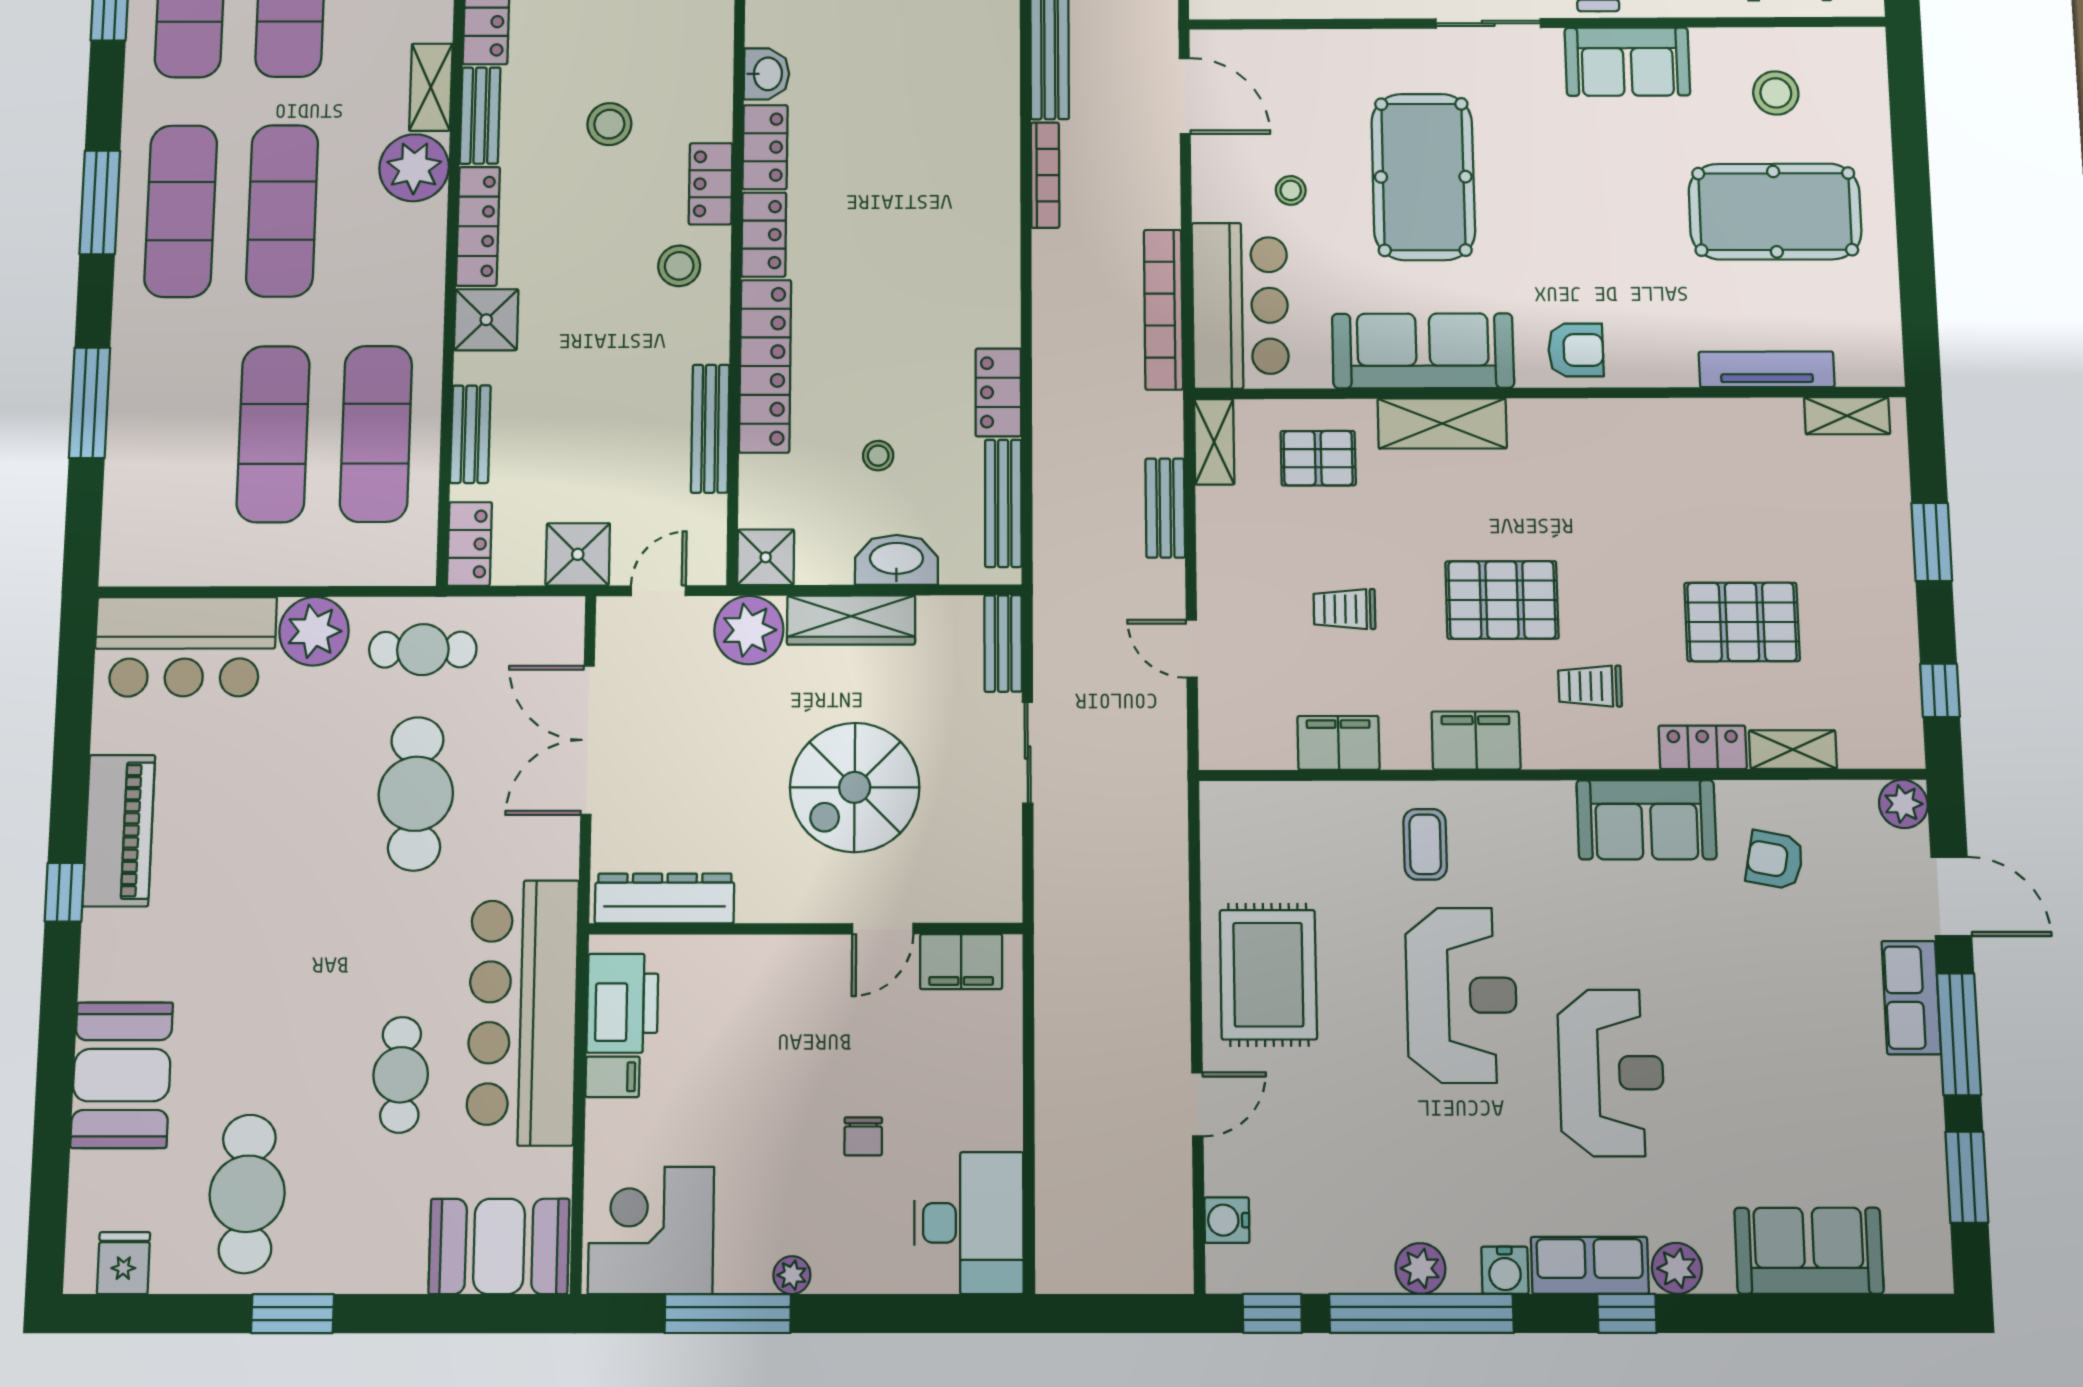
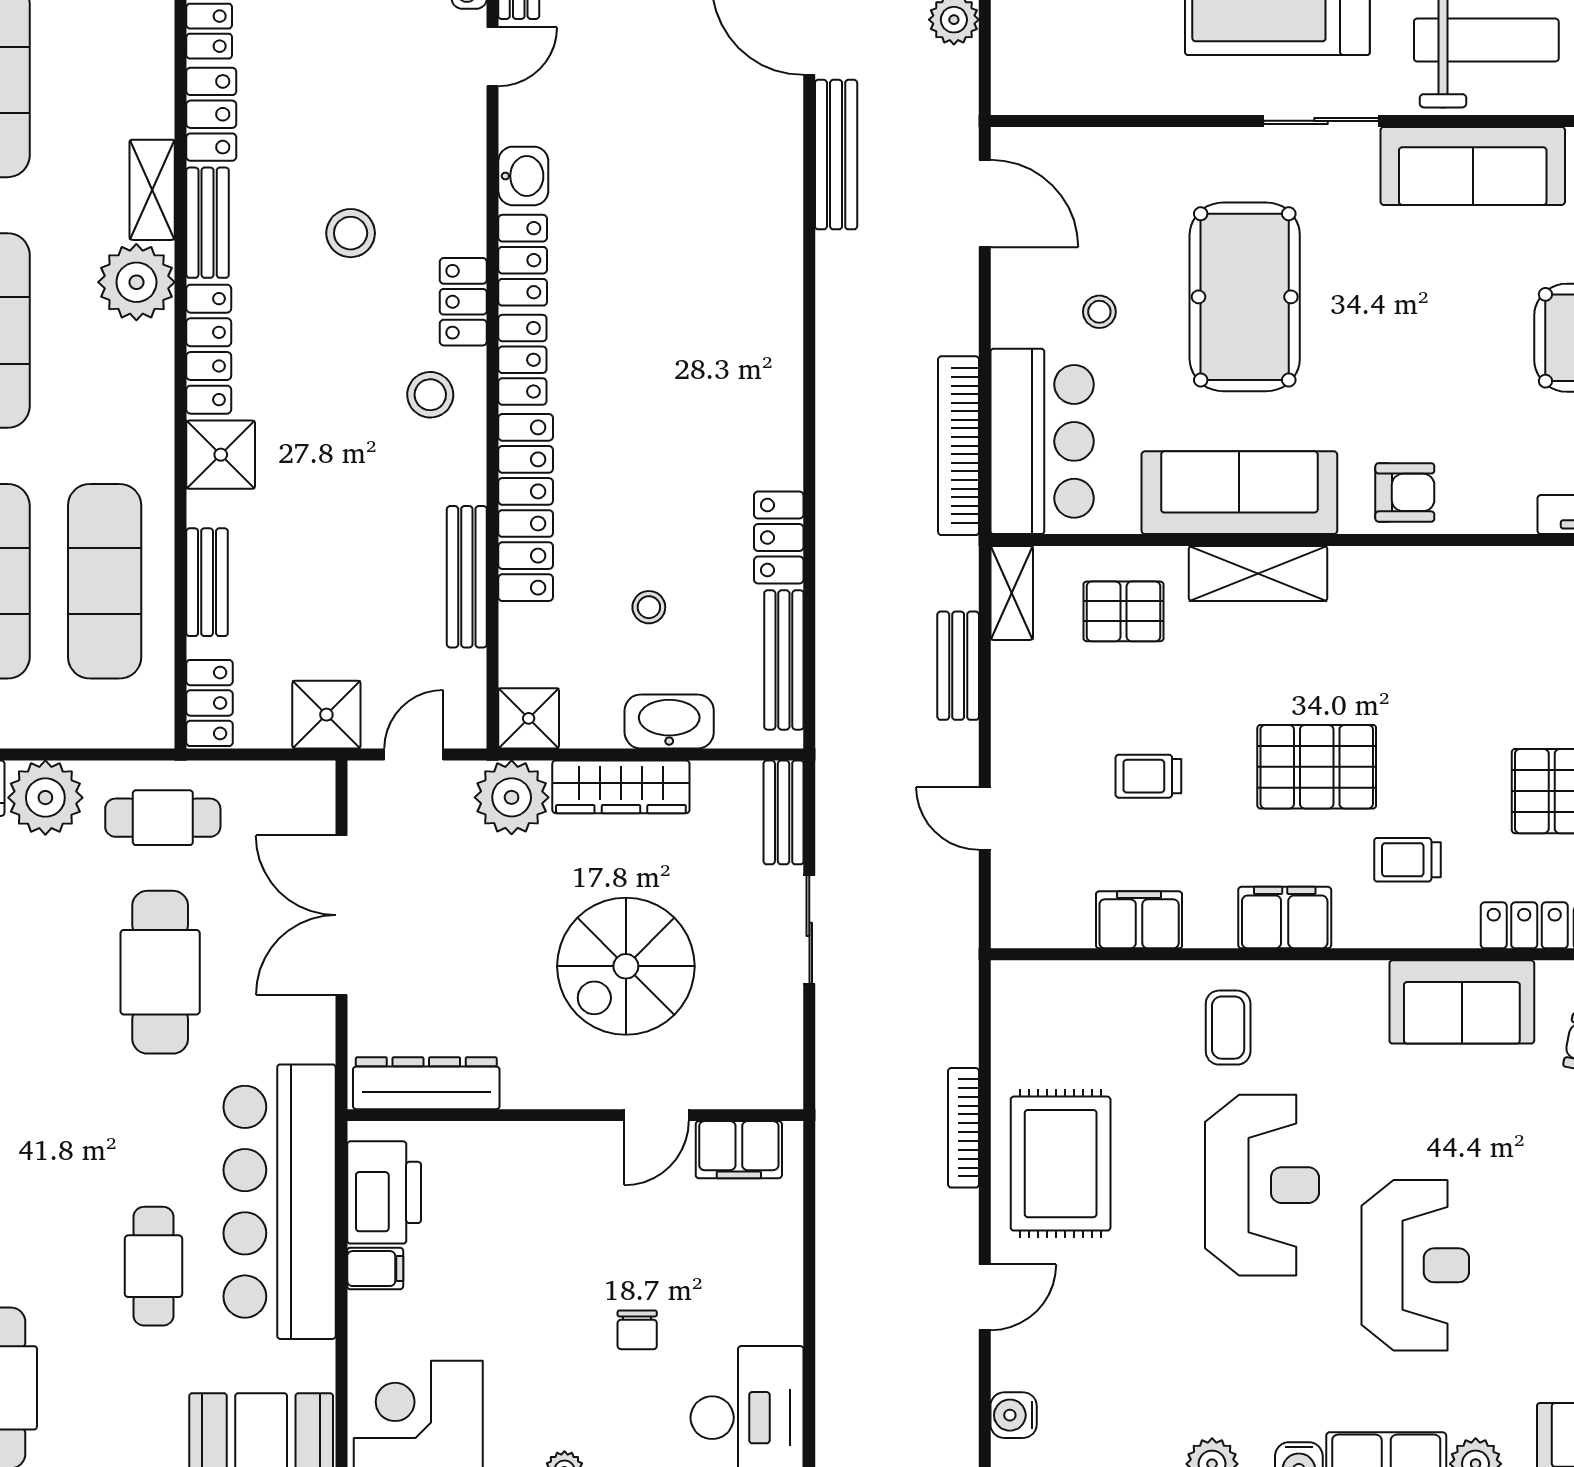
sofa: (1627, 62) -> (1473, 166), width x1.36
bookcase: (1045, 175) -> (964, 1128), moved, turned 180

